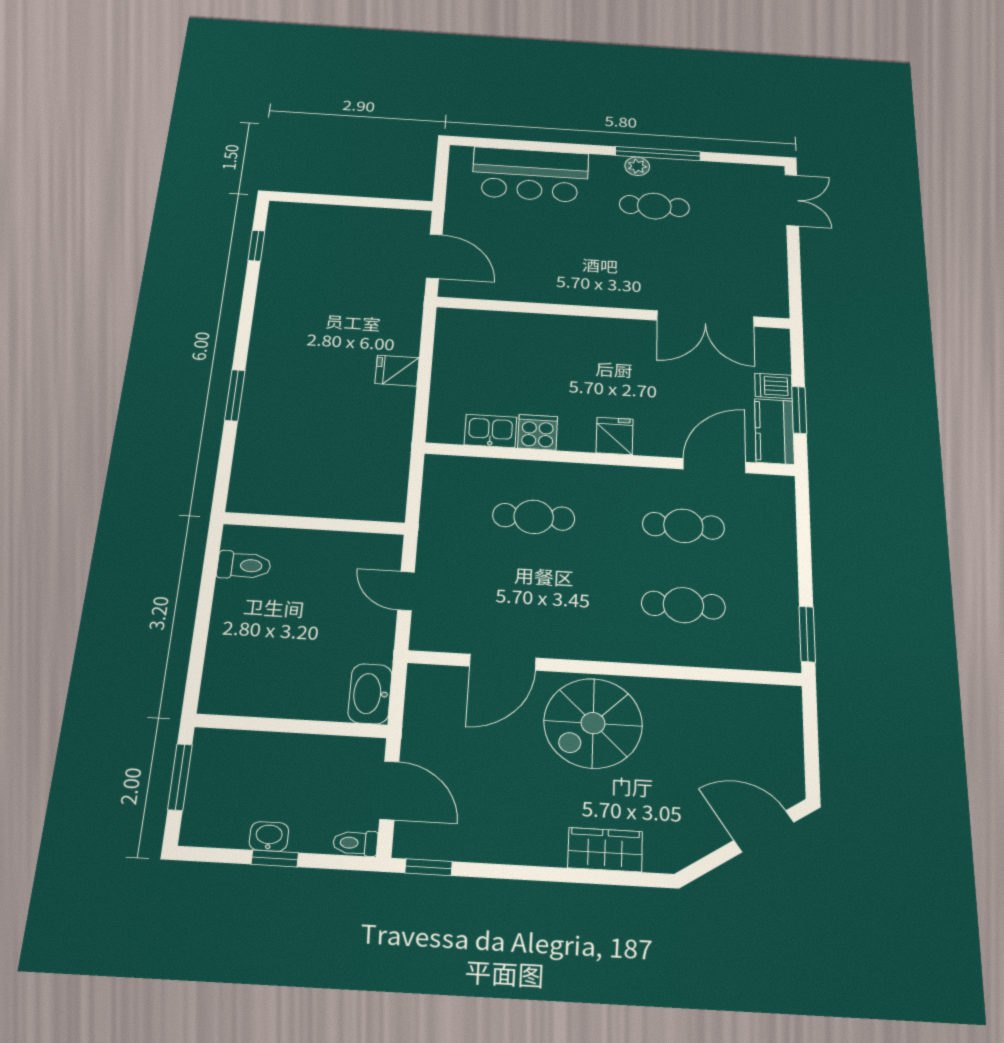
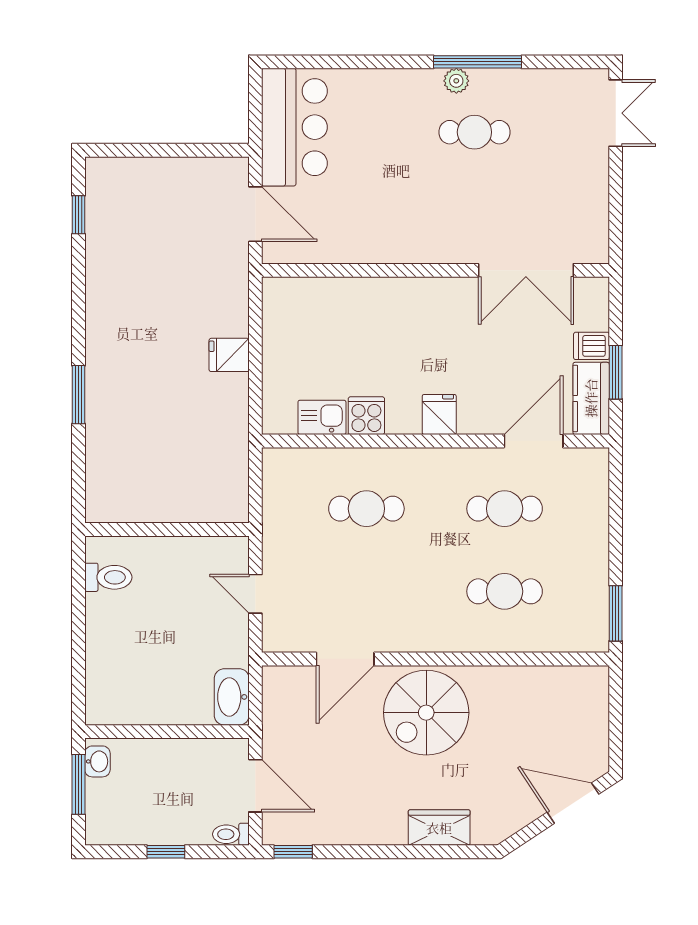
bar counter: (530, 175) -> (294, 127), moved, turned -90
washbasin: (269, 836) -> (97, 761), moved, turned 90

